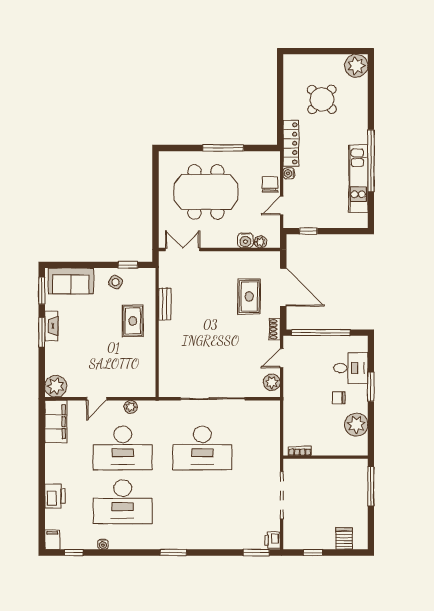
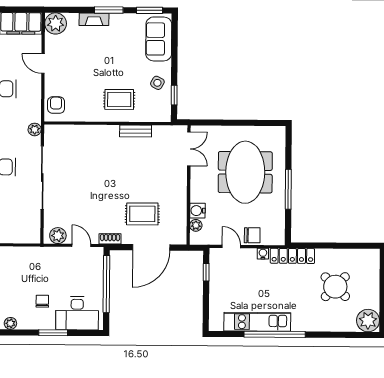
fireplace: (51, 326) -> (94, 19), moved
desk: (351, 368) -> (77, 313), width x1.37
armchair: (139, 385) -> (56, 105), added
plant: (131, 407) -> (35, 129), moved
plant: (356, 425) -> (10, 323), width x0.53, depth x0.53

